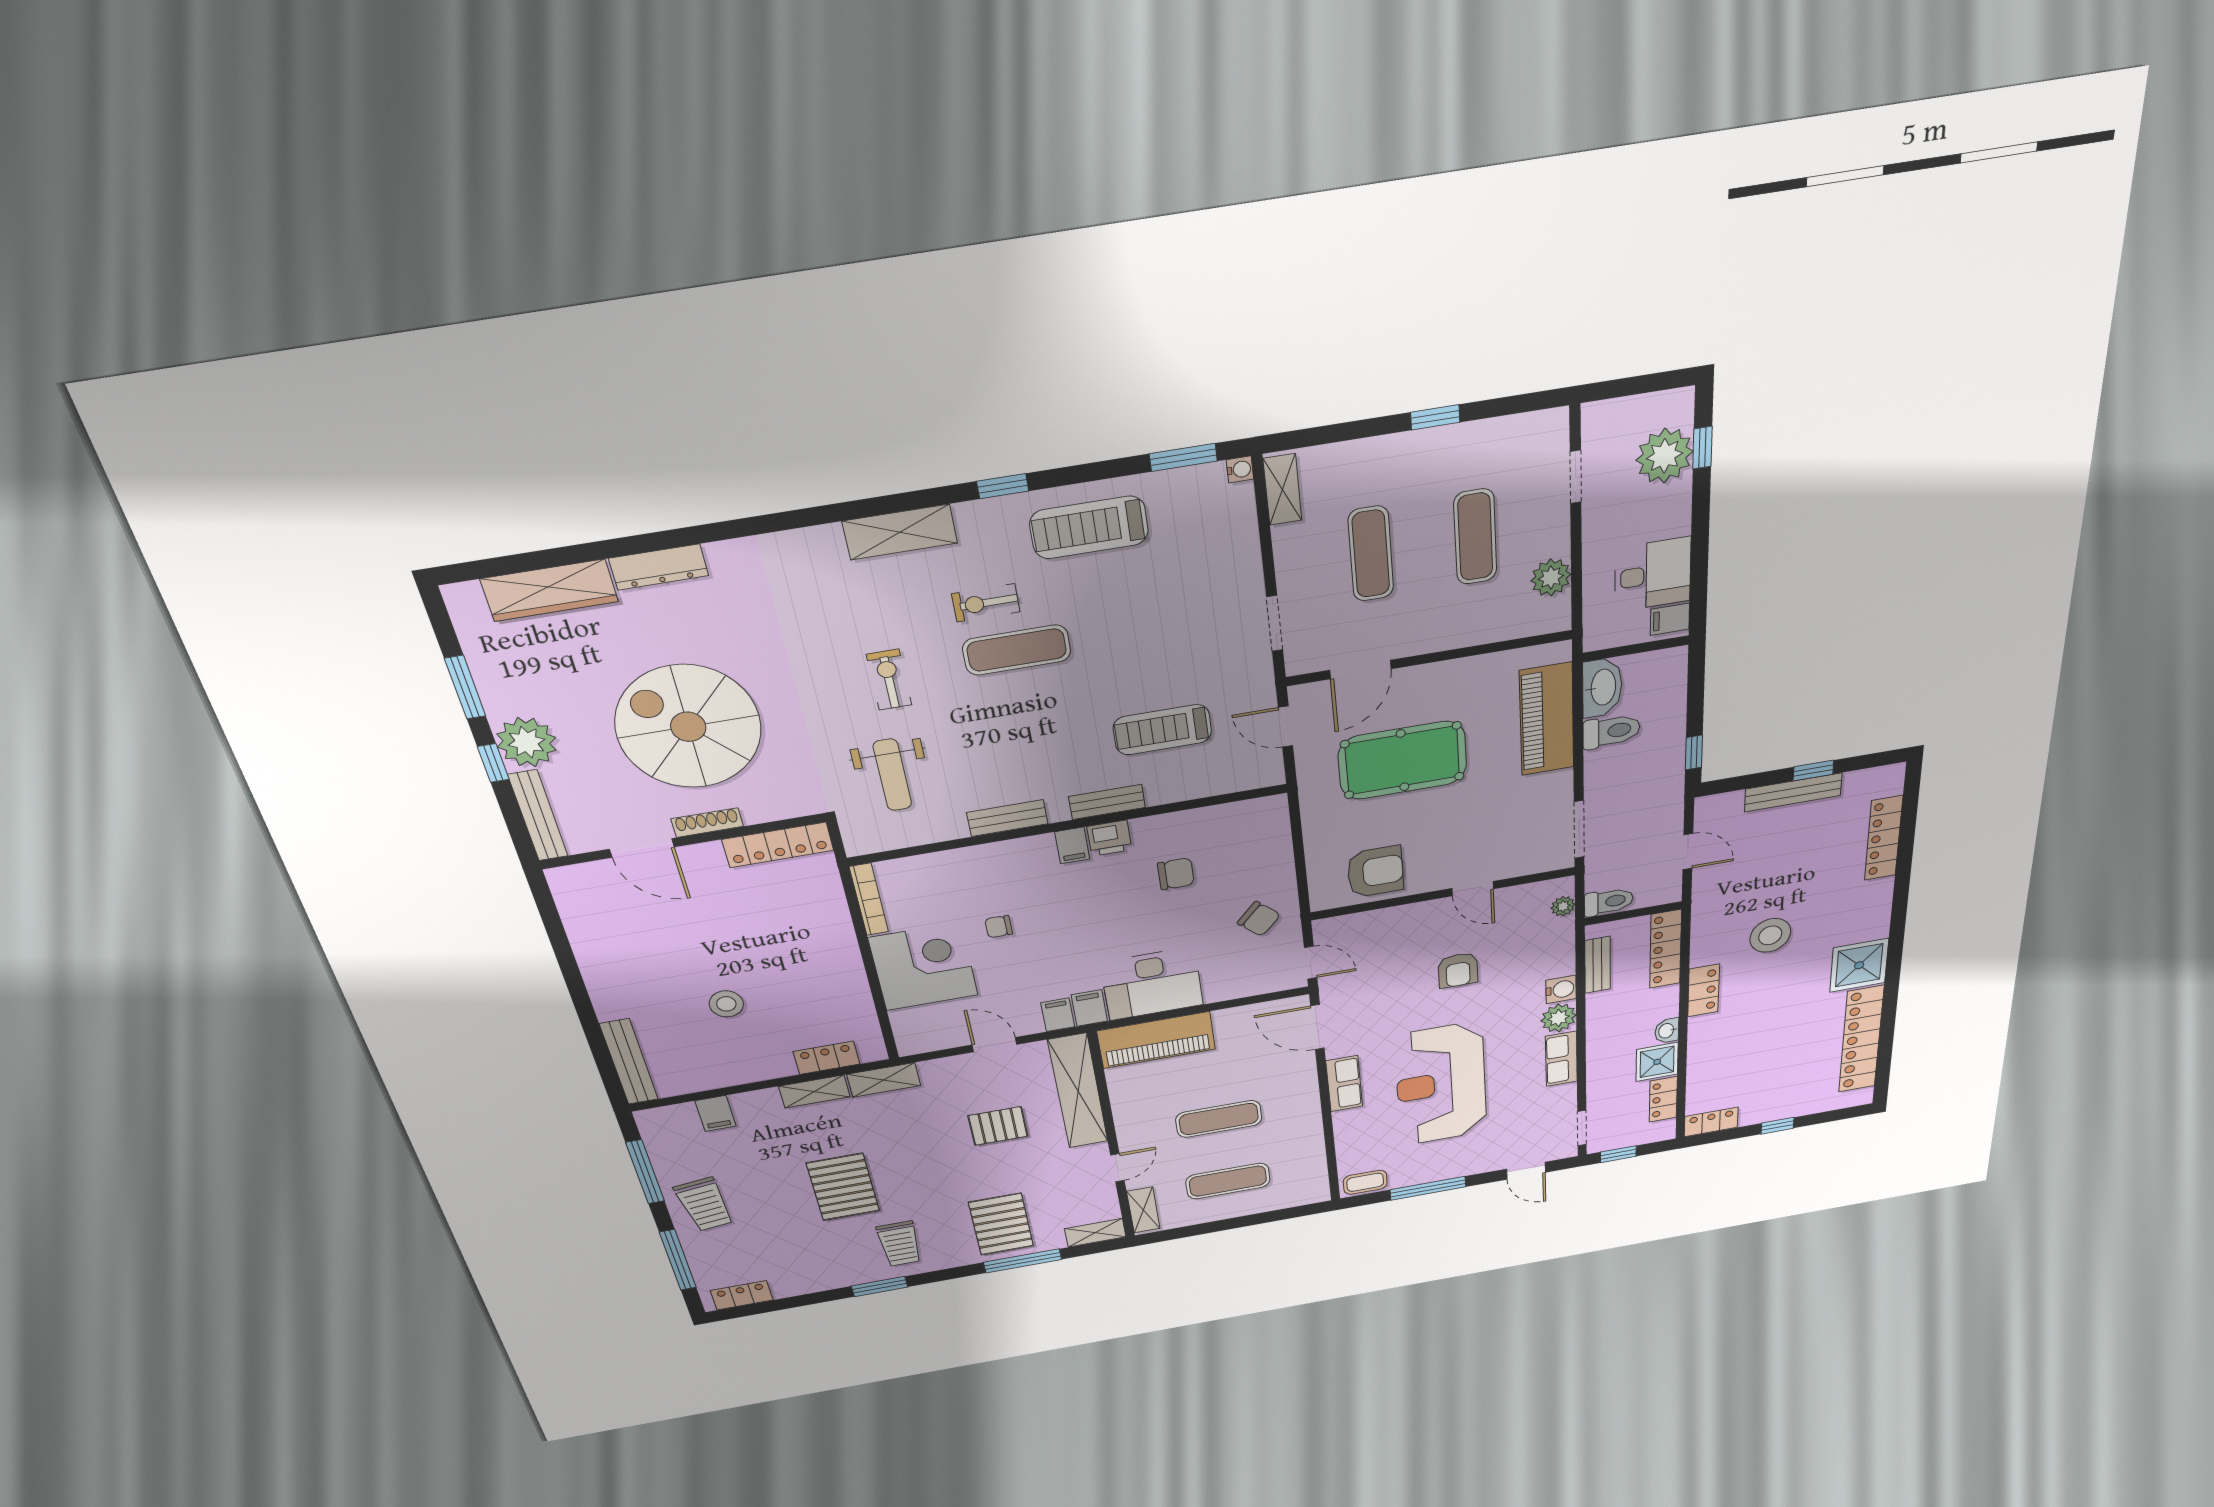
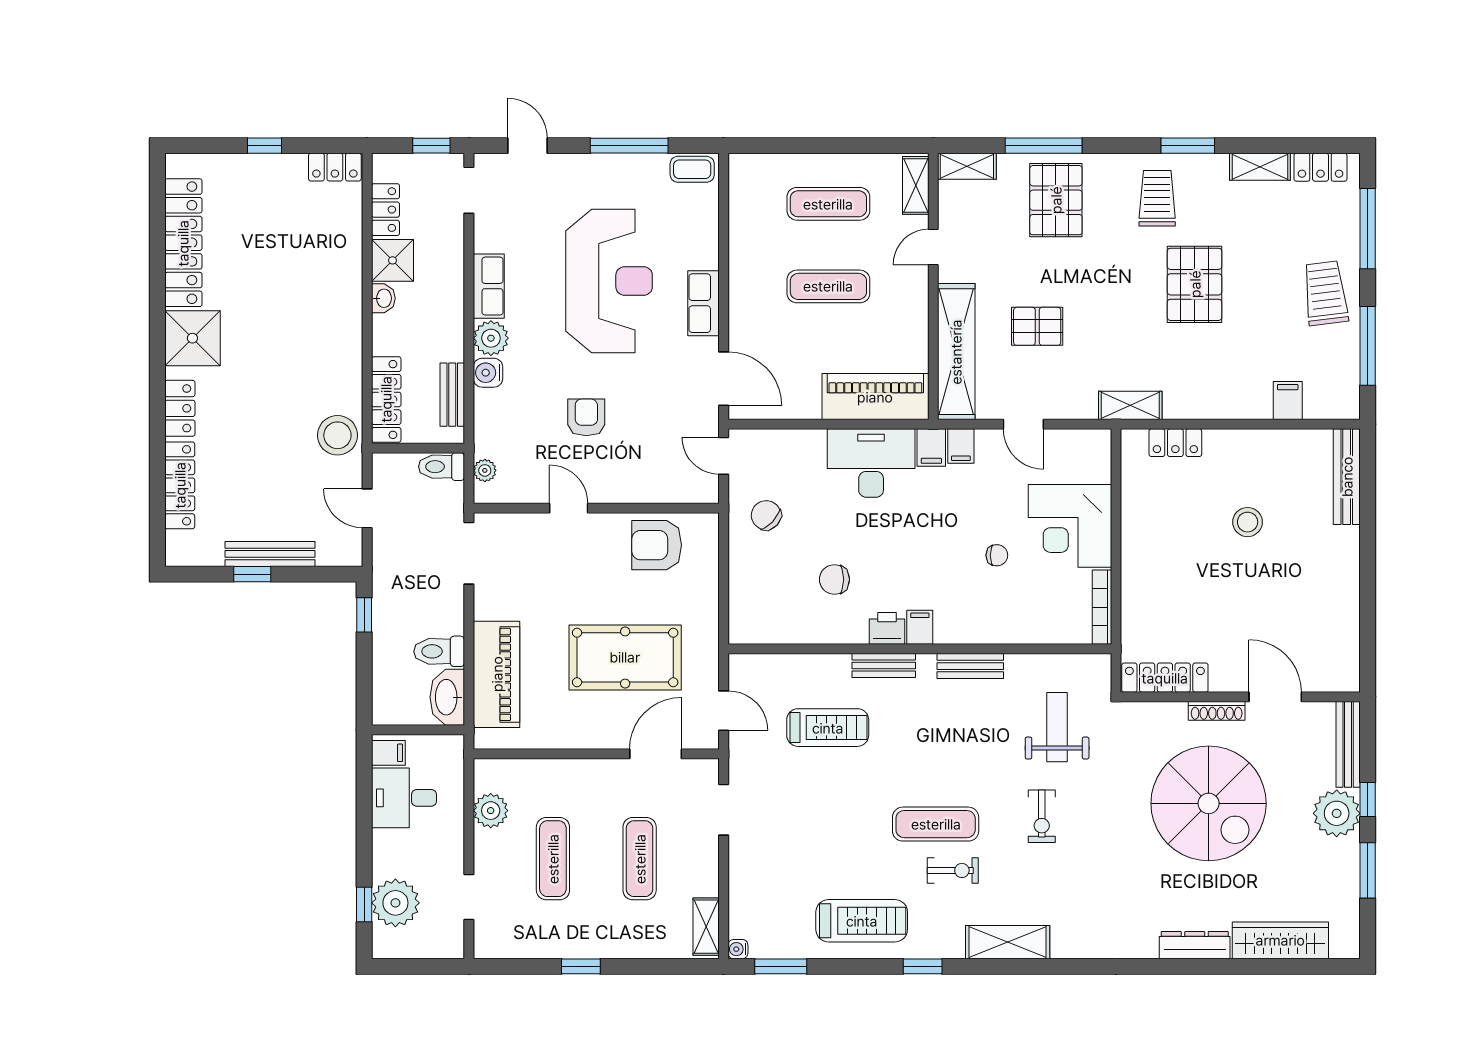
stool: (1770, 935) -> (337, 435), moved
locker: (1704, 991) -> (180, 408), moved, turned 180
shelving: (814, 1092) -> (1260, 167), moved

